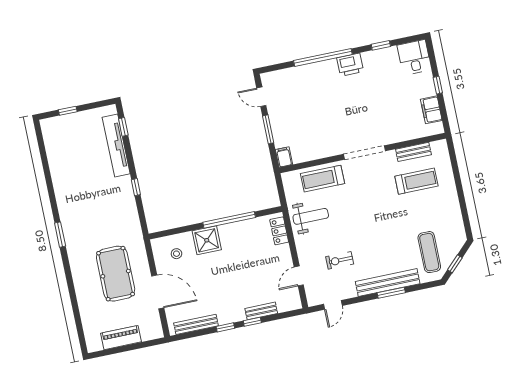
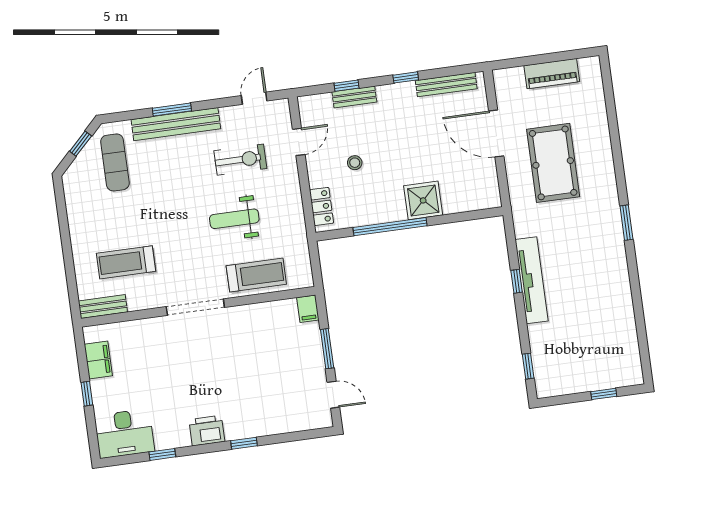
window: (323, 57) -> (244, 443), width x0.32
desk: (414, 57) -> (124, 433), width x1.37
tv unit: (116, 146) -> (532, 280), moved
bench: (413, 152) -> (103, 307), moved
weight bench: (311, 216) -> (234, 219), moved
stool: (176, 254) -> (355, 163), moved
exercise bike: (340, 260) -> (240, 160), width x1.38, depth x1.39
window: (252, 322) -> (346, 86), moved

